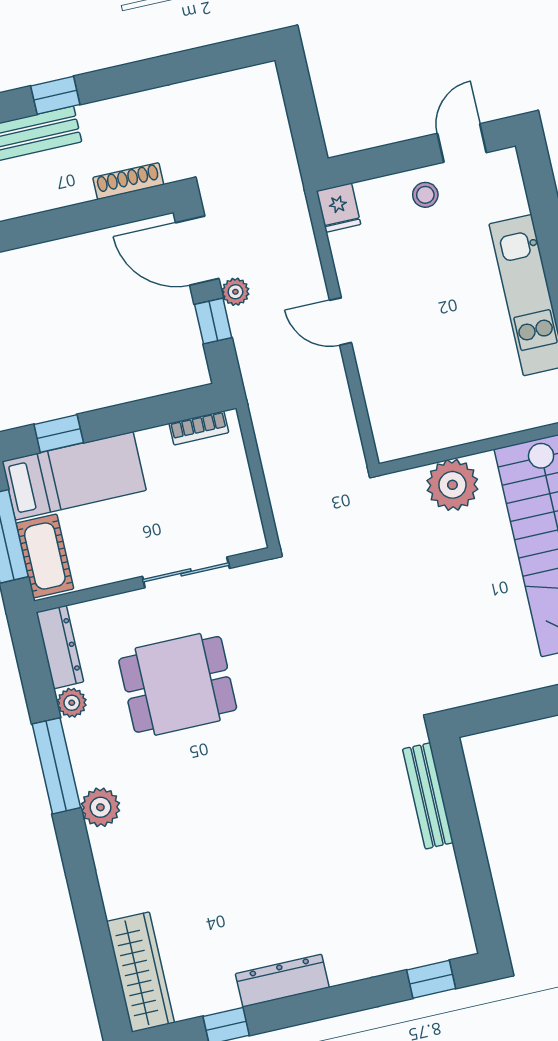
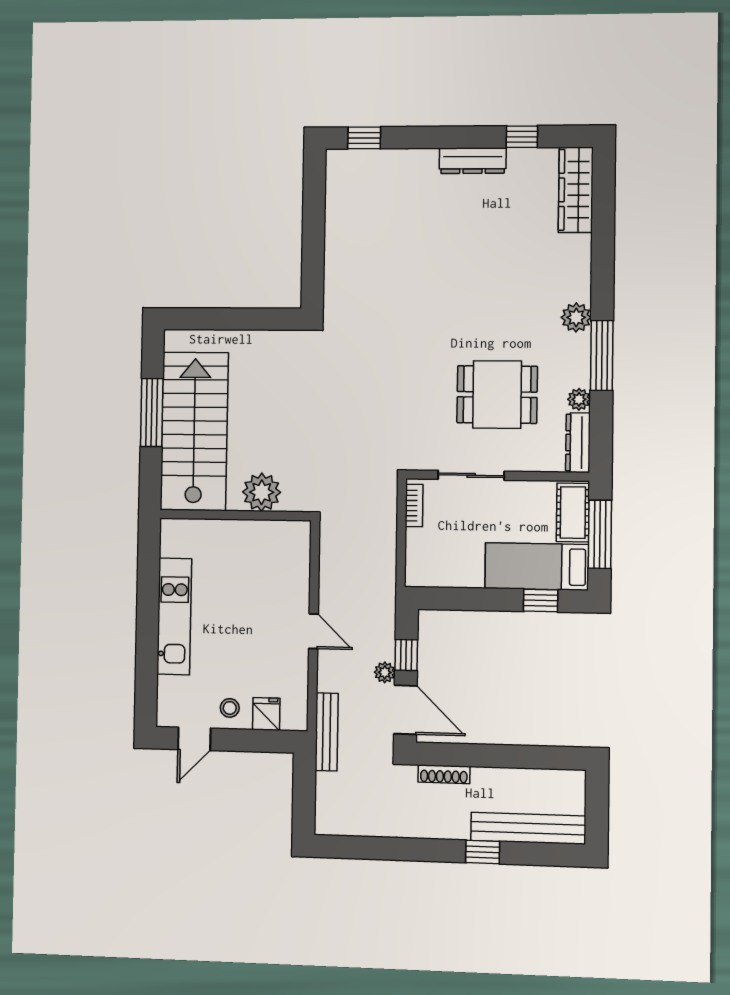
fridge: (339, 208) -> (266, 714), moved
bookcase: (199, 428) -> (414, 505), moved, turned 90
bench: (428, 796) -> (327, 732), moved

